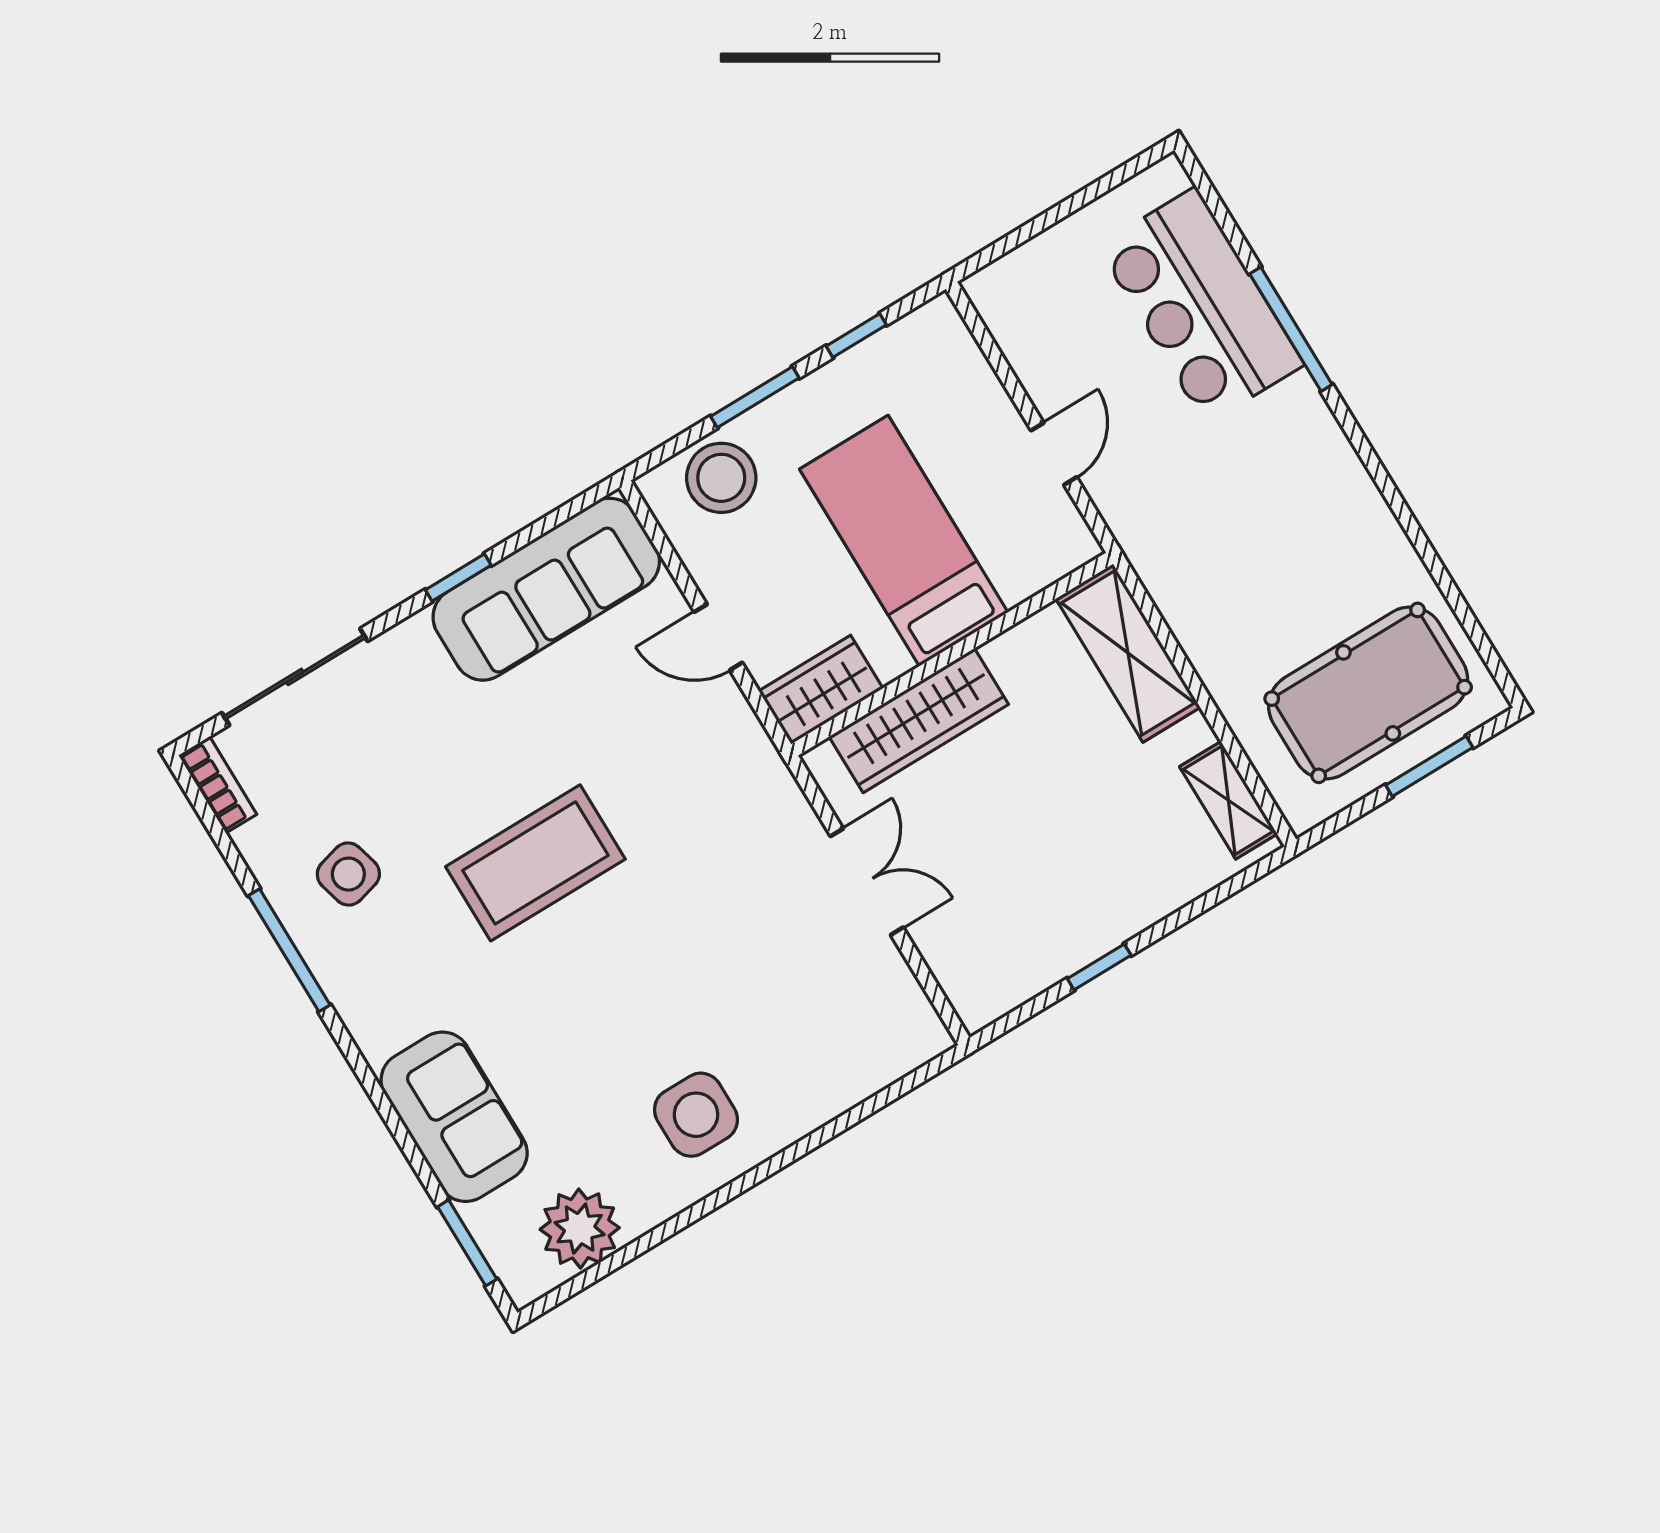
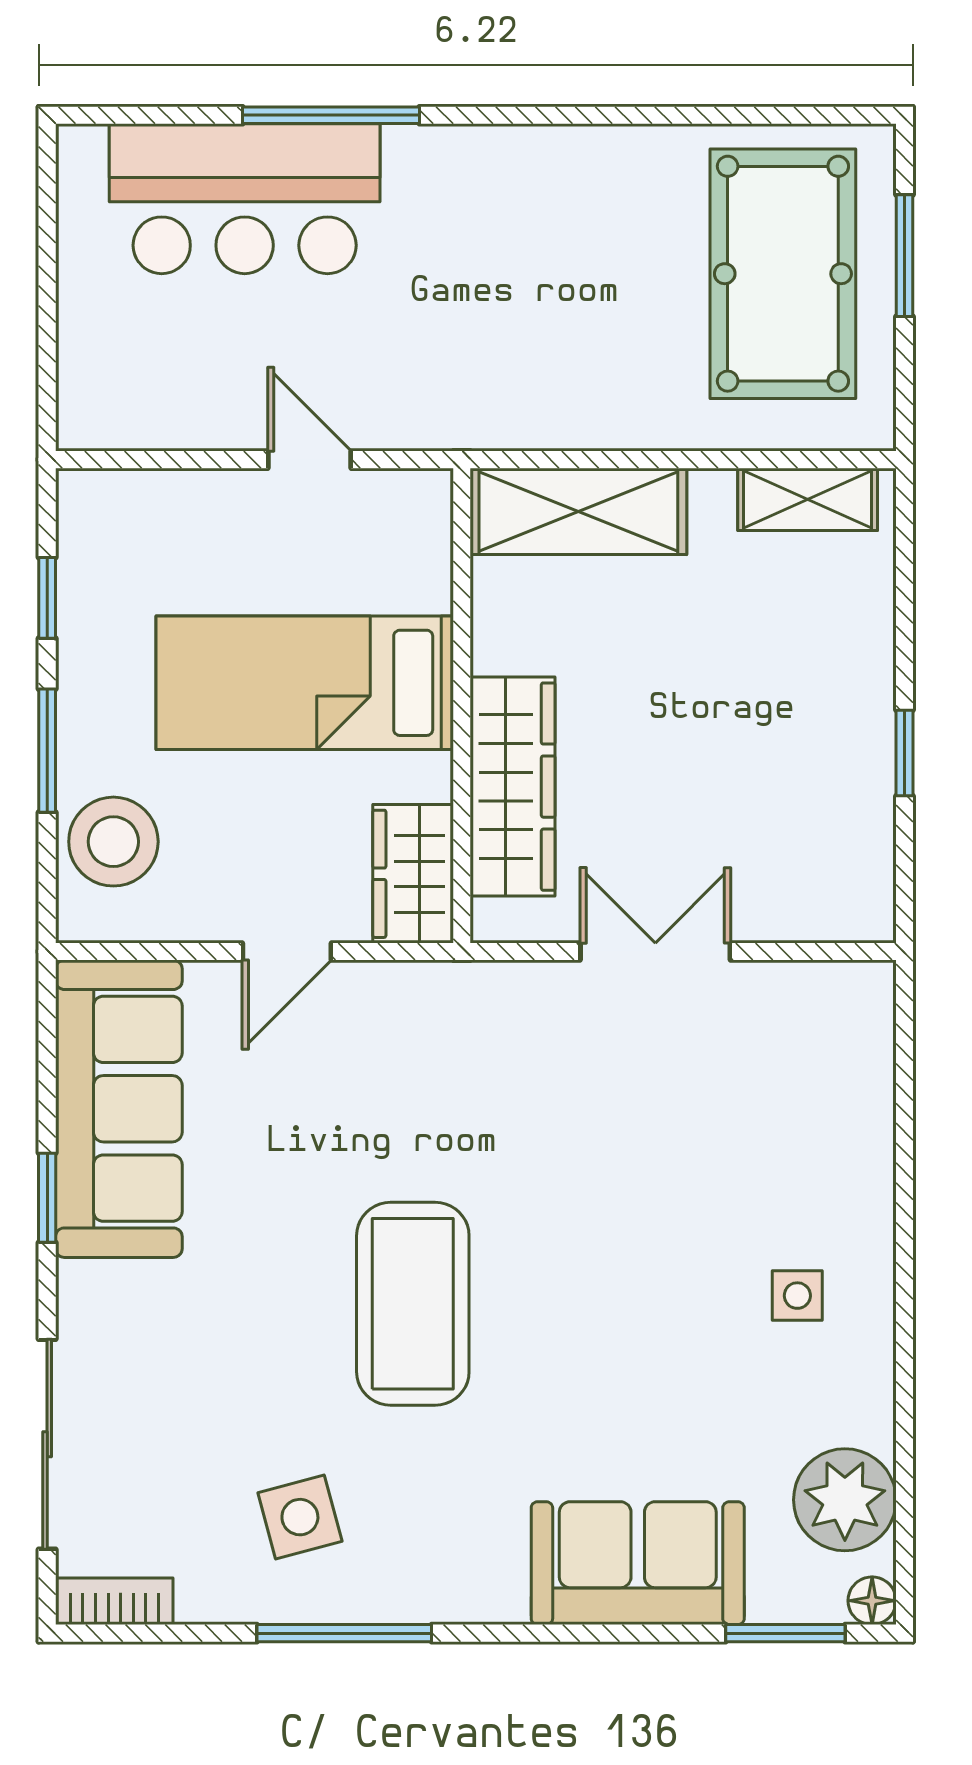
side table: (696, 1115) -> (797, 1296), width x0.54, depth x0.54
floor lamp: (524, 1287) -> (872, 1601), added

